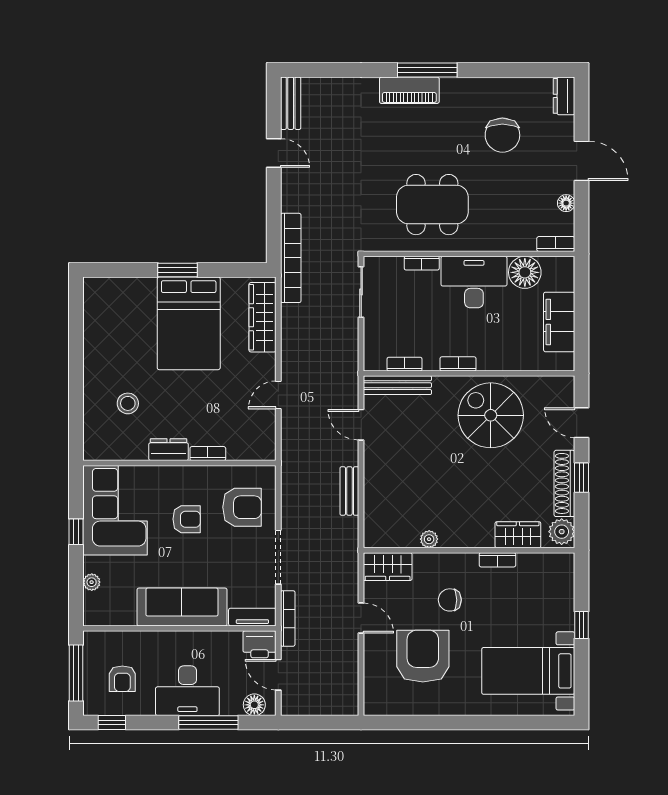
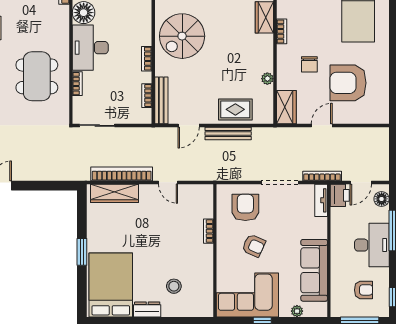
bookcase: (291, 258) -> (122, 174), moved
bed: (189, 323) -> (111, 285), moved, turned -90
dresser: (169, 450) -> (147, 309), moved, turned 90
bench: (349, 491) -> (228, 133), width x1.36
rug: (384, 493) -> (235, 109), added
armchair: (187, 519) -> (254, 246), turned 114
sofa: (182, 607) -> (314, 270), moved

